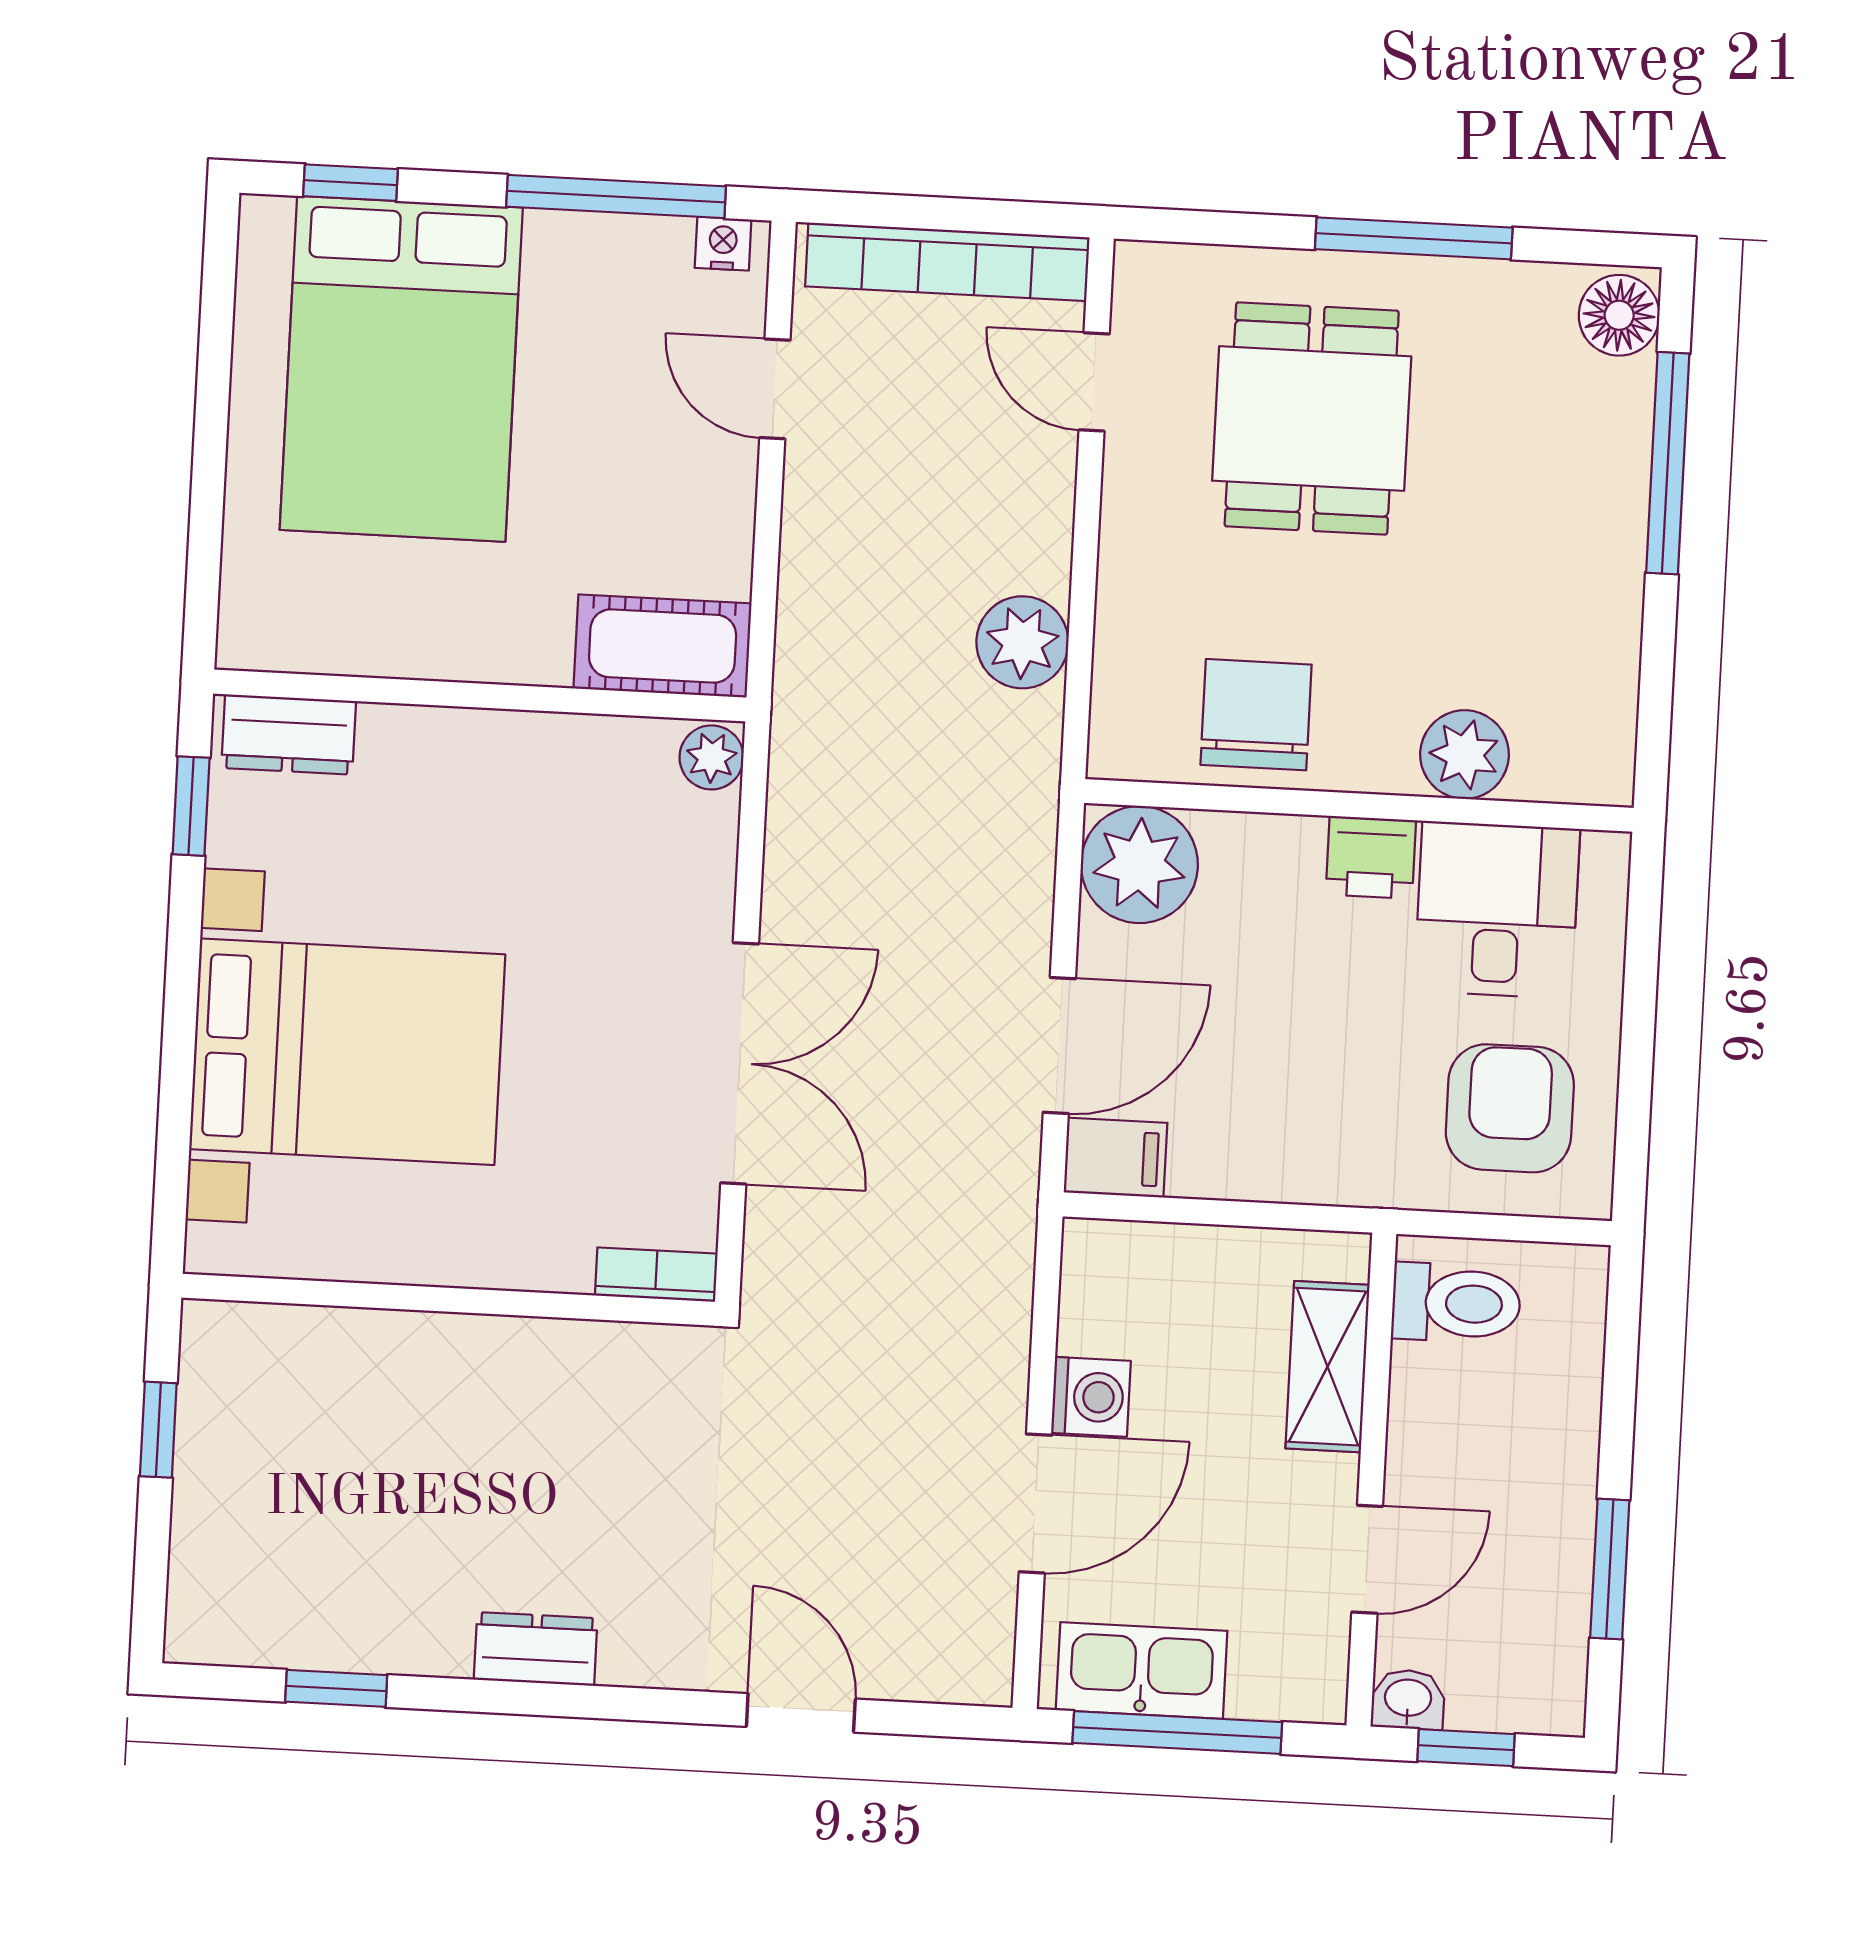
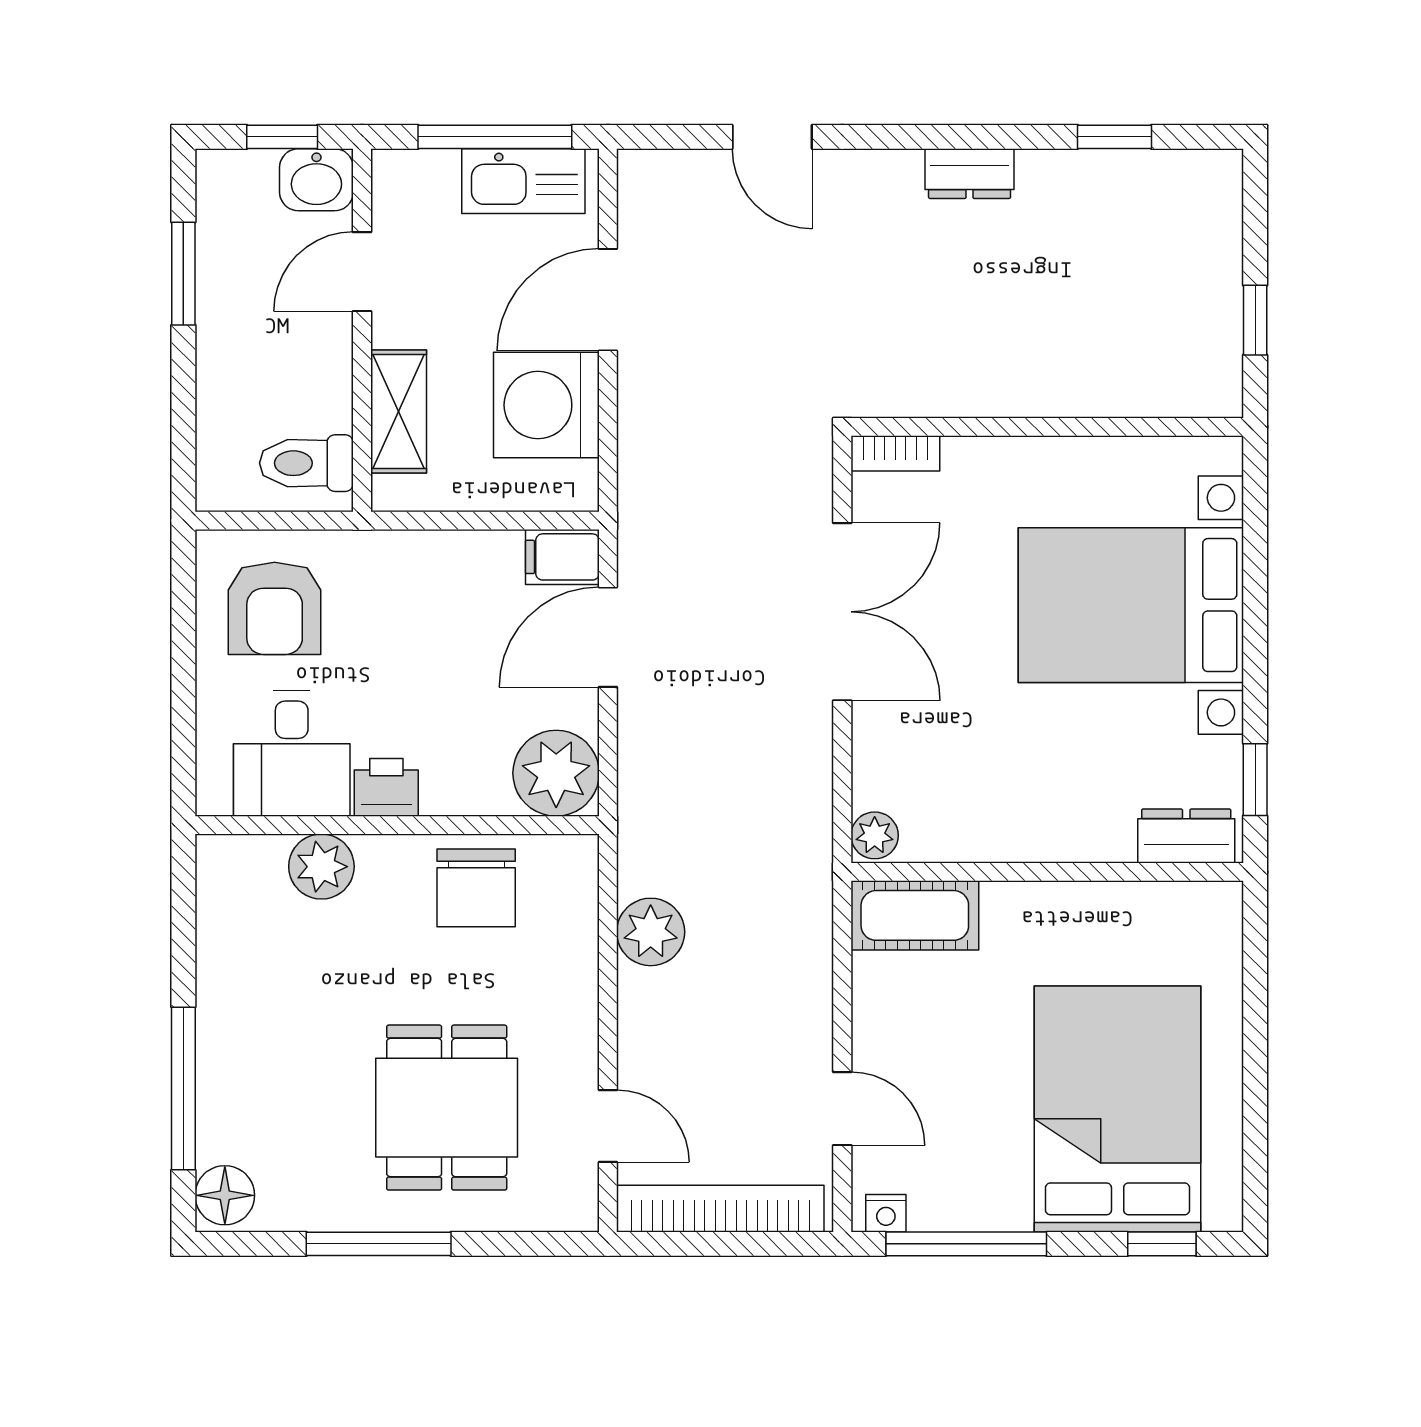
double door: (740, 1063) -> (842, 612), swing flipped
washing machine: (1091, 1397) -> (546, 405), width x1.89, depth x1.89
washbasin: (1408, 1699) -> (316, 180), width x1.38, depth x1.45

